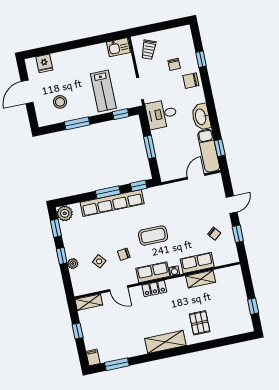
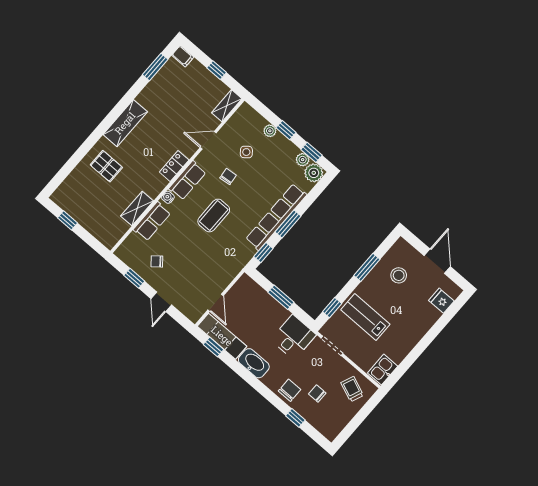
plant: (65, 228) -> (303, 160), added

